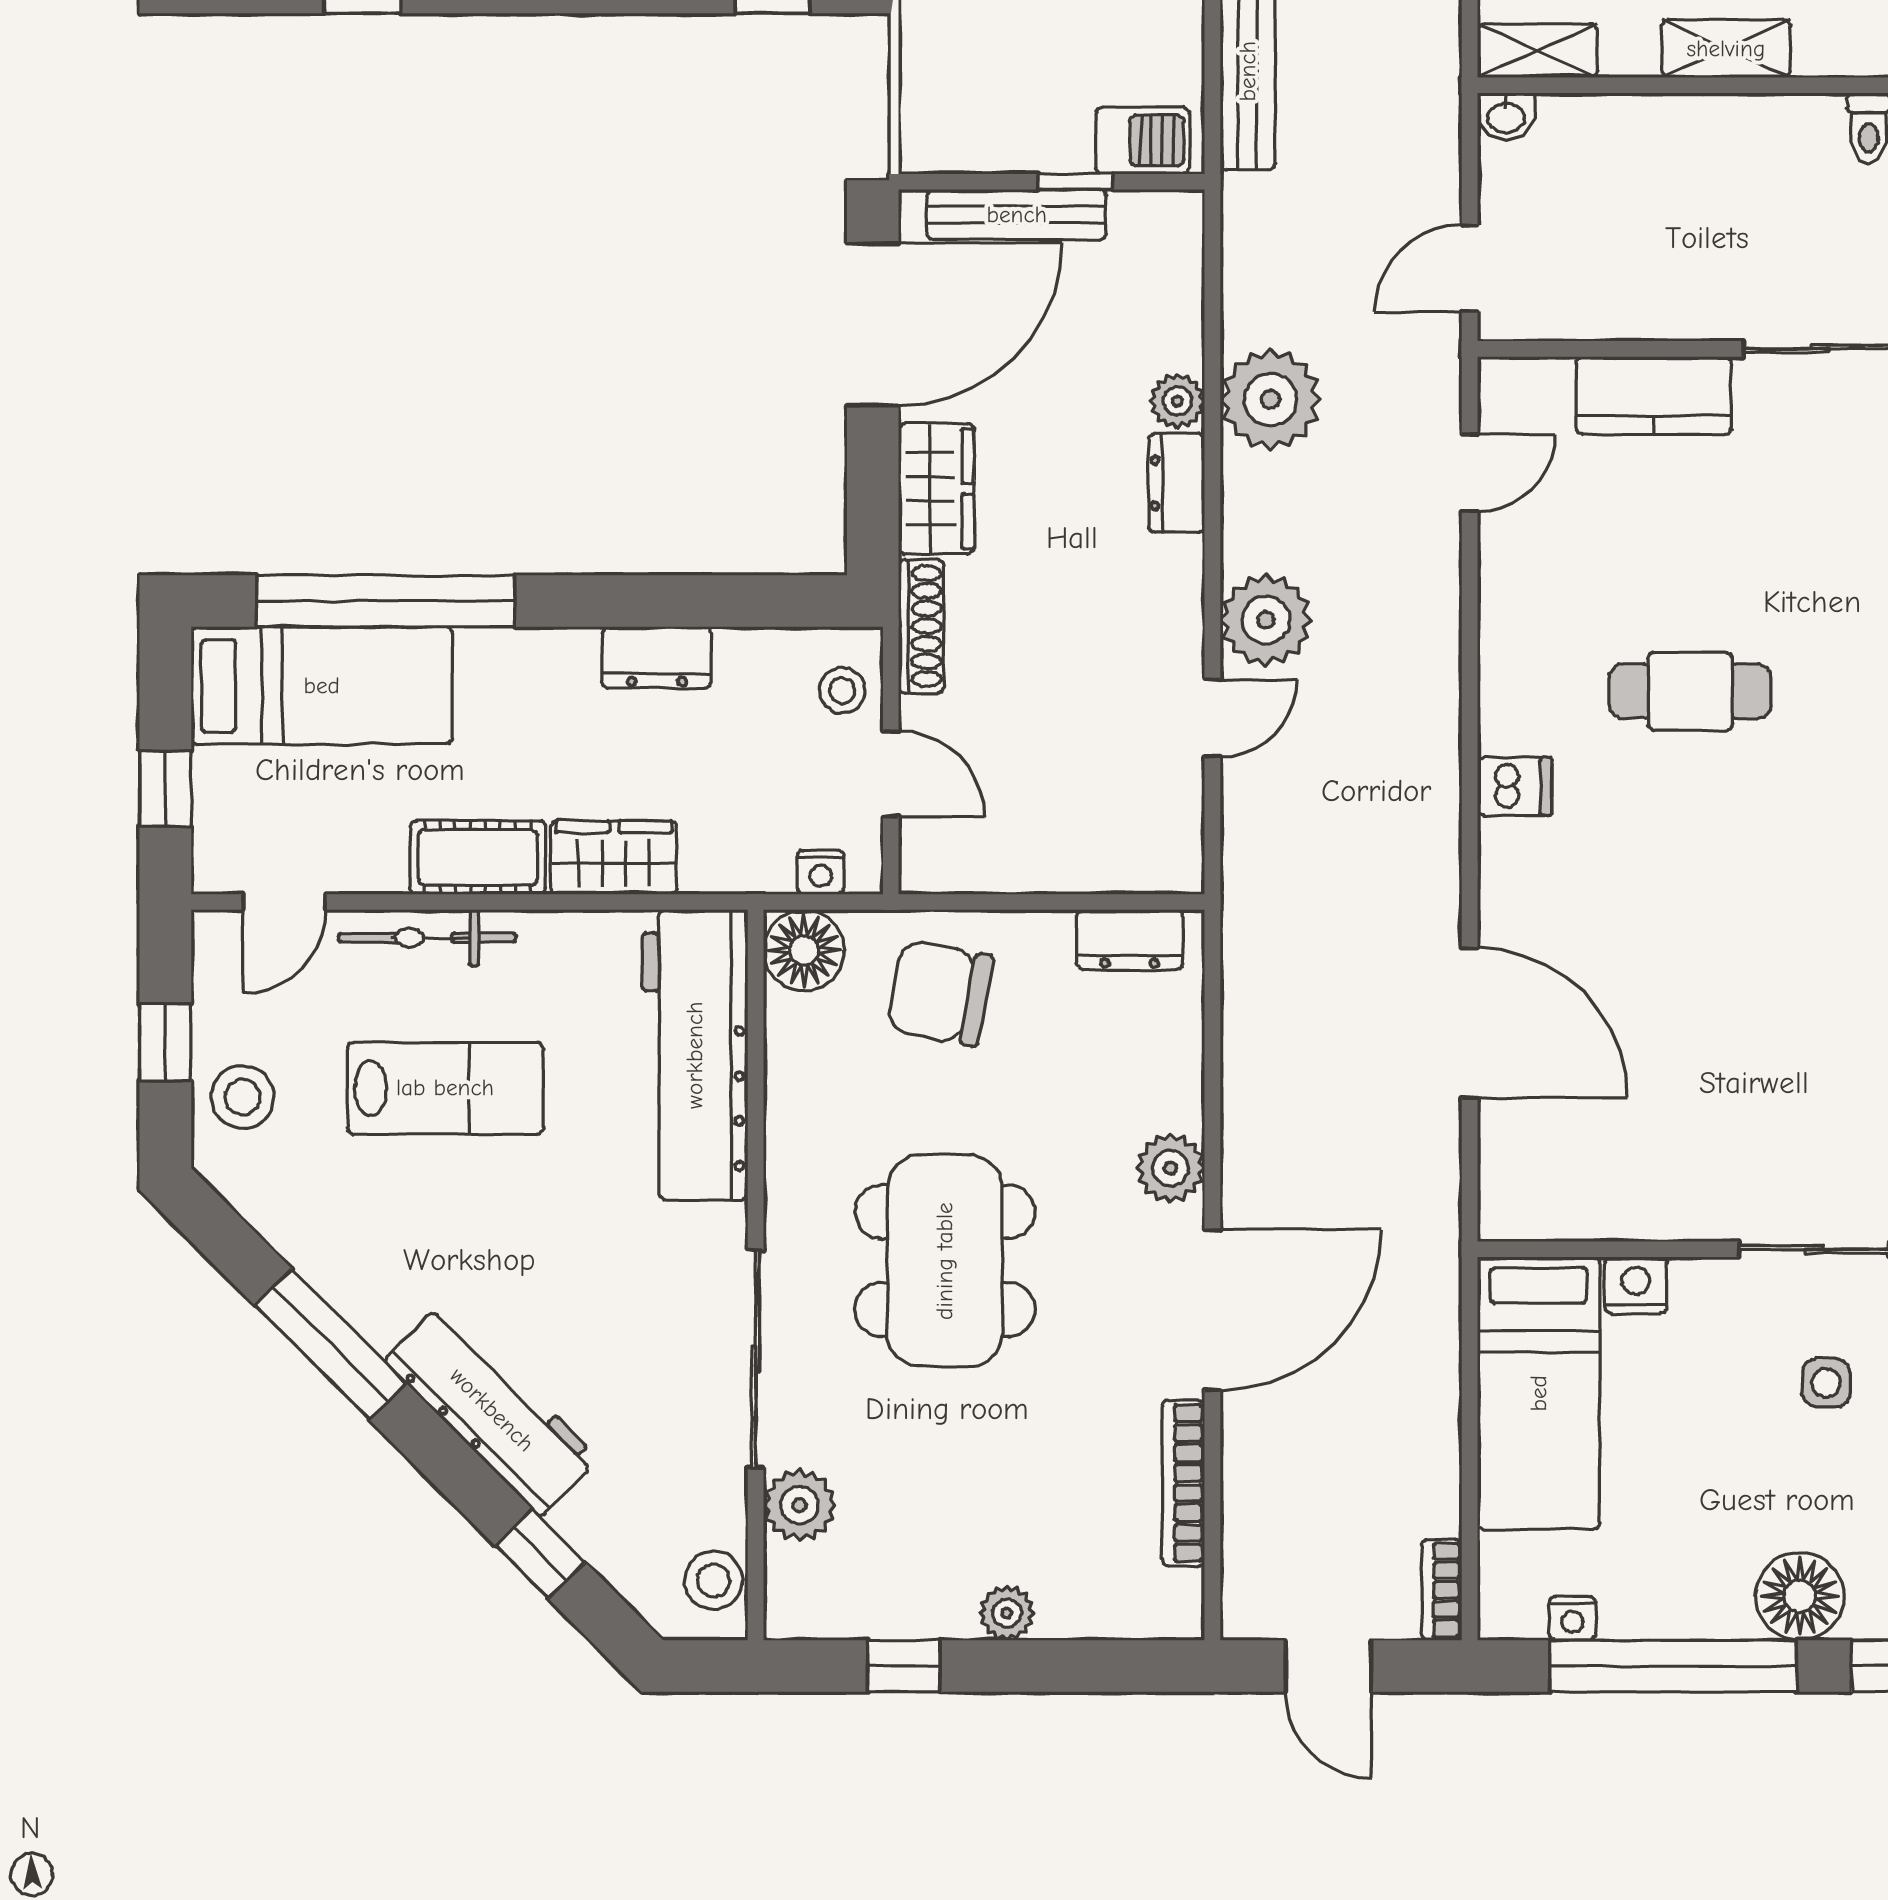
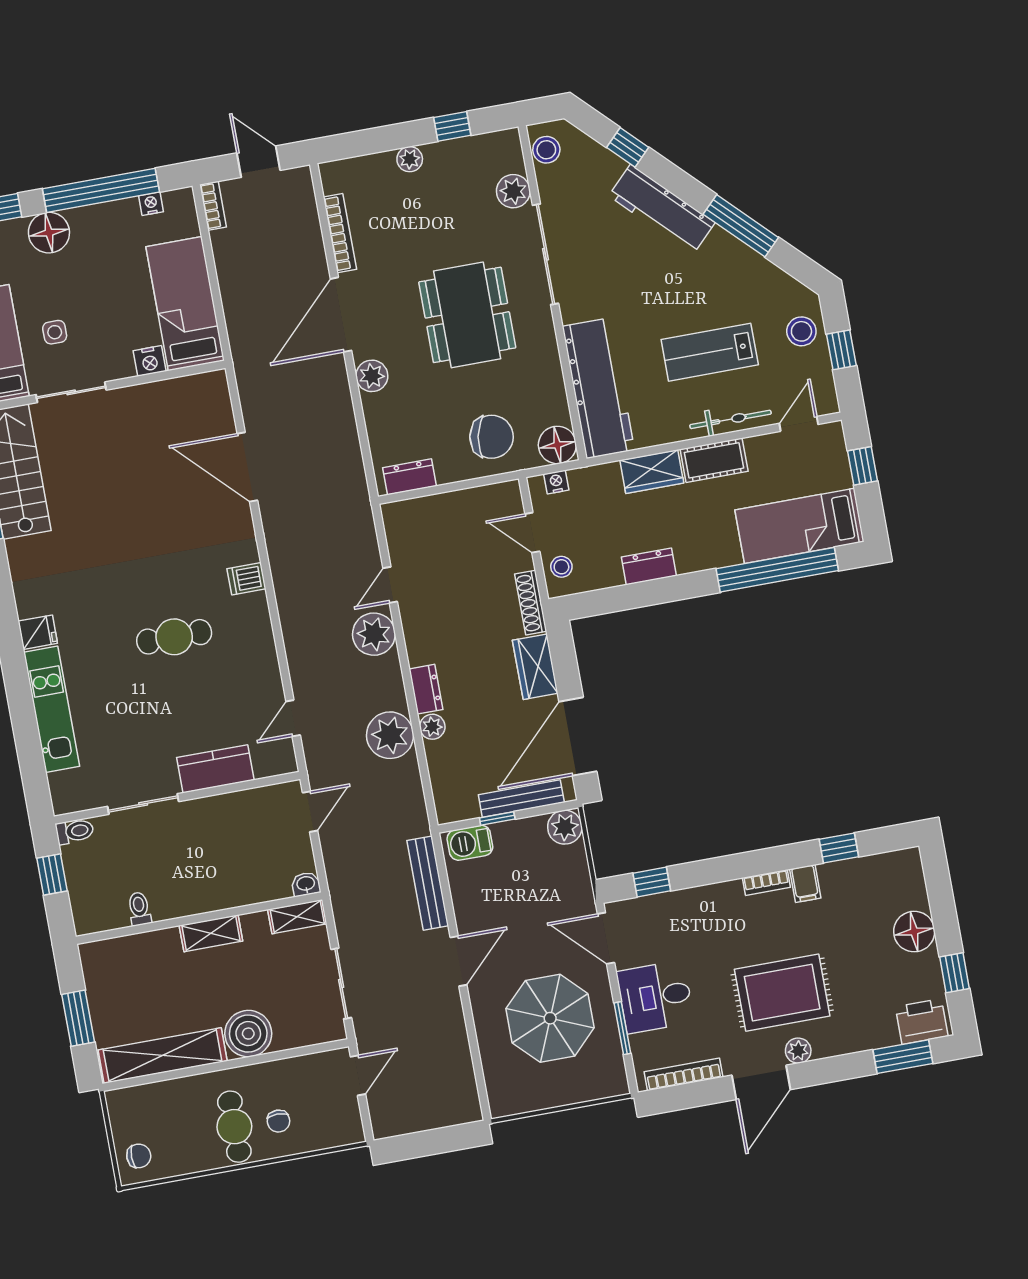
plant: (935, 137) -> (565, 827), added

